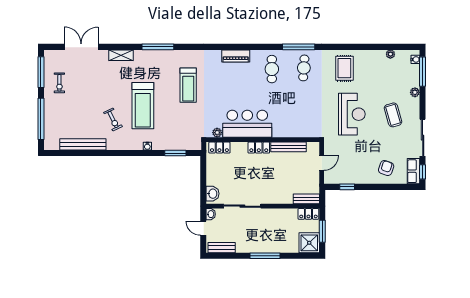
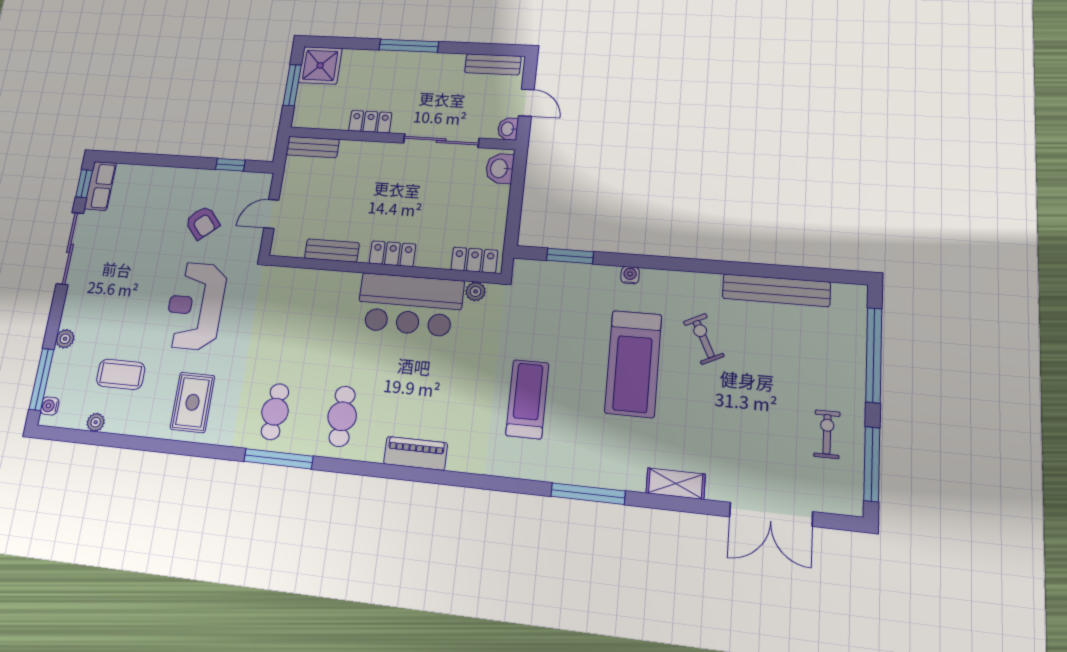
treadmill: (143, 106) -> (633, 364), turned 180
coffee table: (393, 115) -> (121, 374), moved, turned -74
bench: (289, 147) -> (332, 251), width x0.73
armchair: (386, 168) -> (202, 223), moved, turned -59
locker: (308, 214) -> (370, 122), moved

